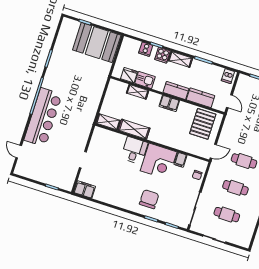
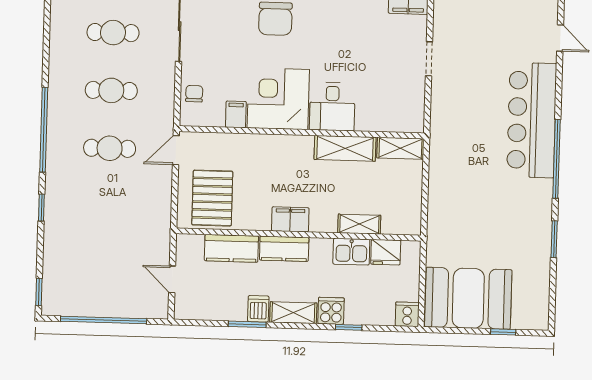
cooker: (146, 49) -> (407, 314), moved
dishwasher: (228, 76) -> (258, 309), moved
door: (229, 101) -> (172, 279), moved

